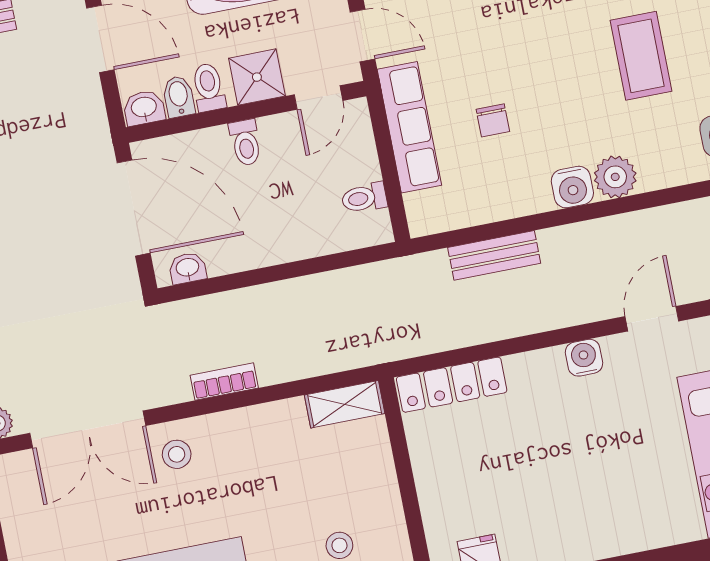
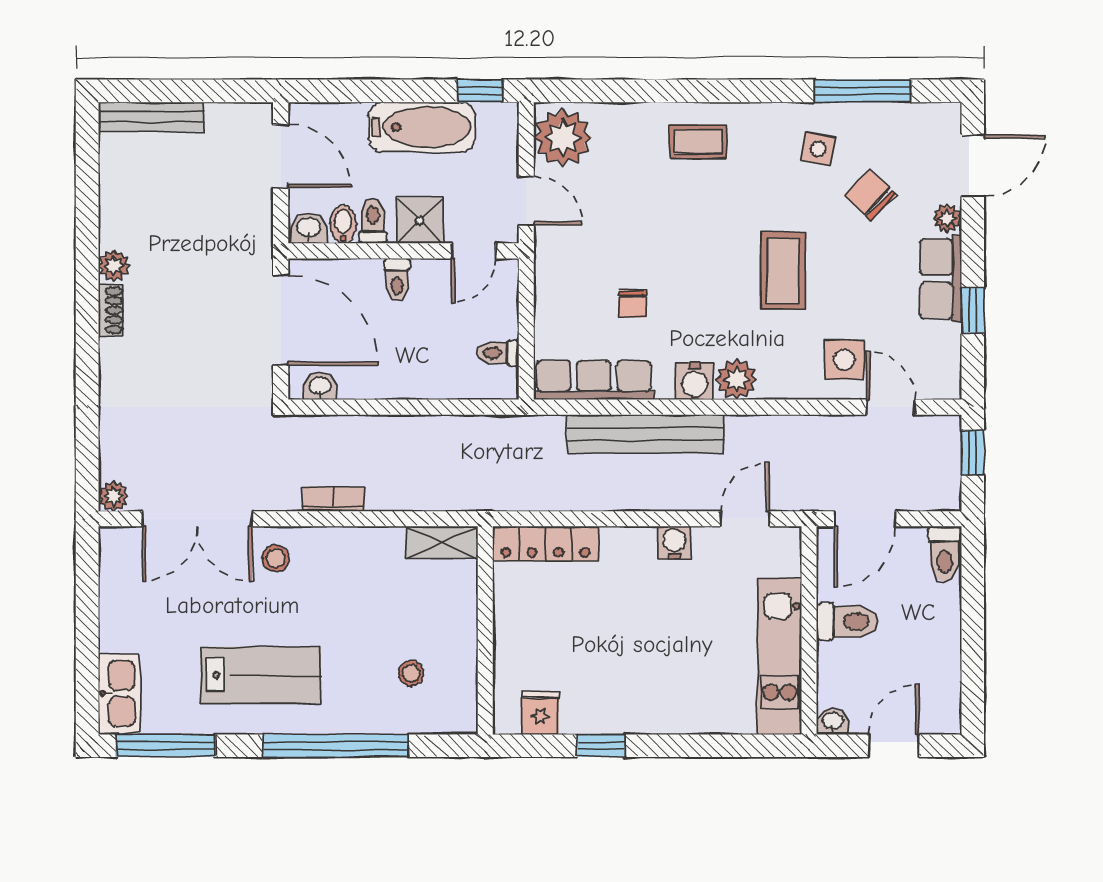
row of seats: (409, 127) -> (594, 380), moved, turned -90
bench: (494, 255) -> (645, 434), width x1.86, depth x1.21

